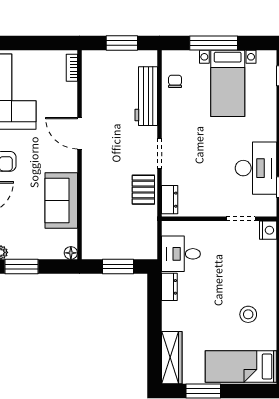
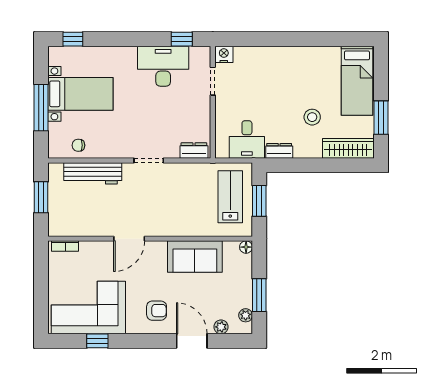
pallet: (143, 190) -> (184, 176), removed
lab bench: (122, 237) -> (230, 197), added
stool: (248, 314) -> (312, 117), moved

